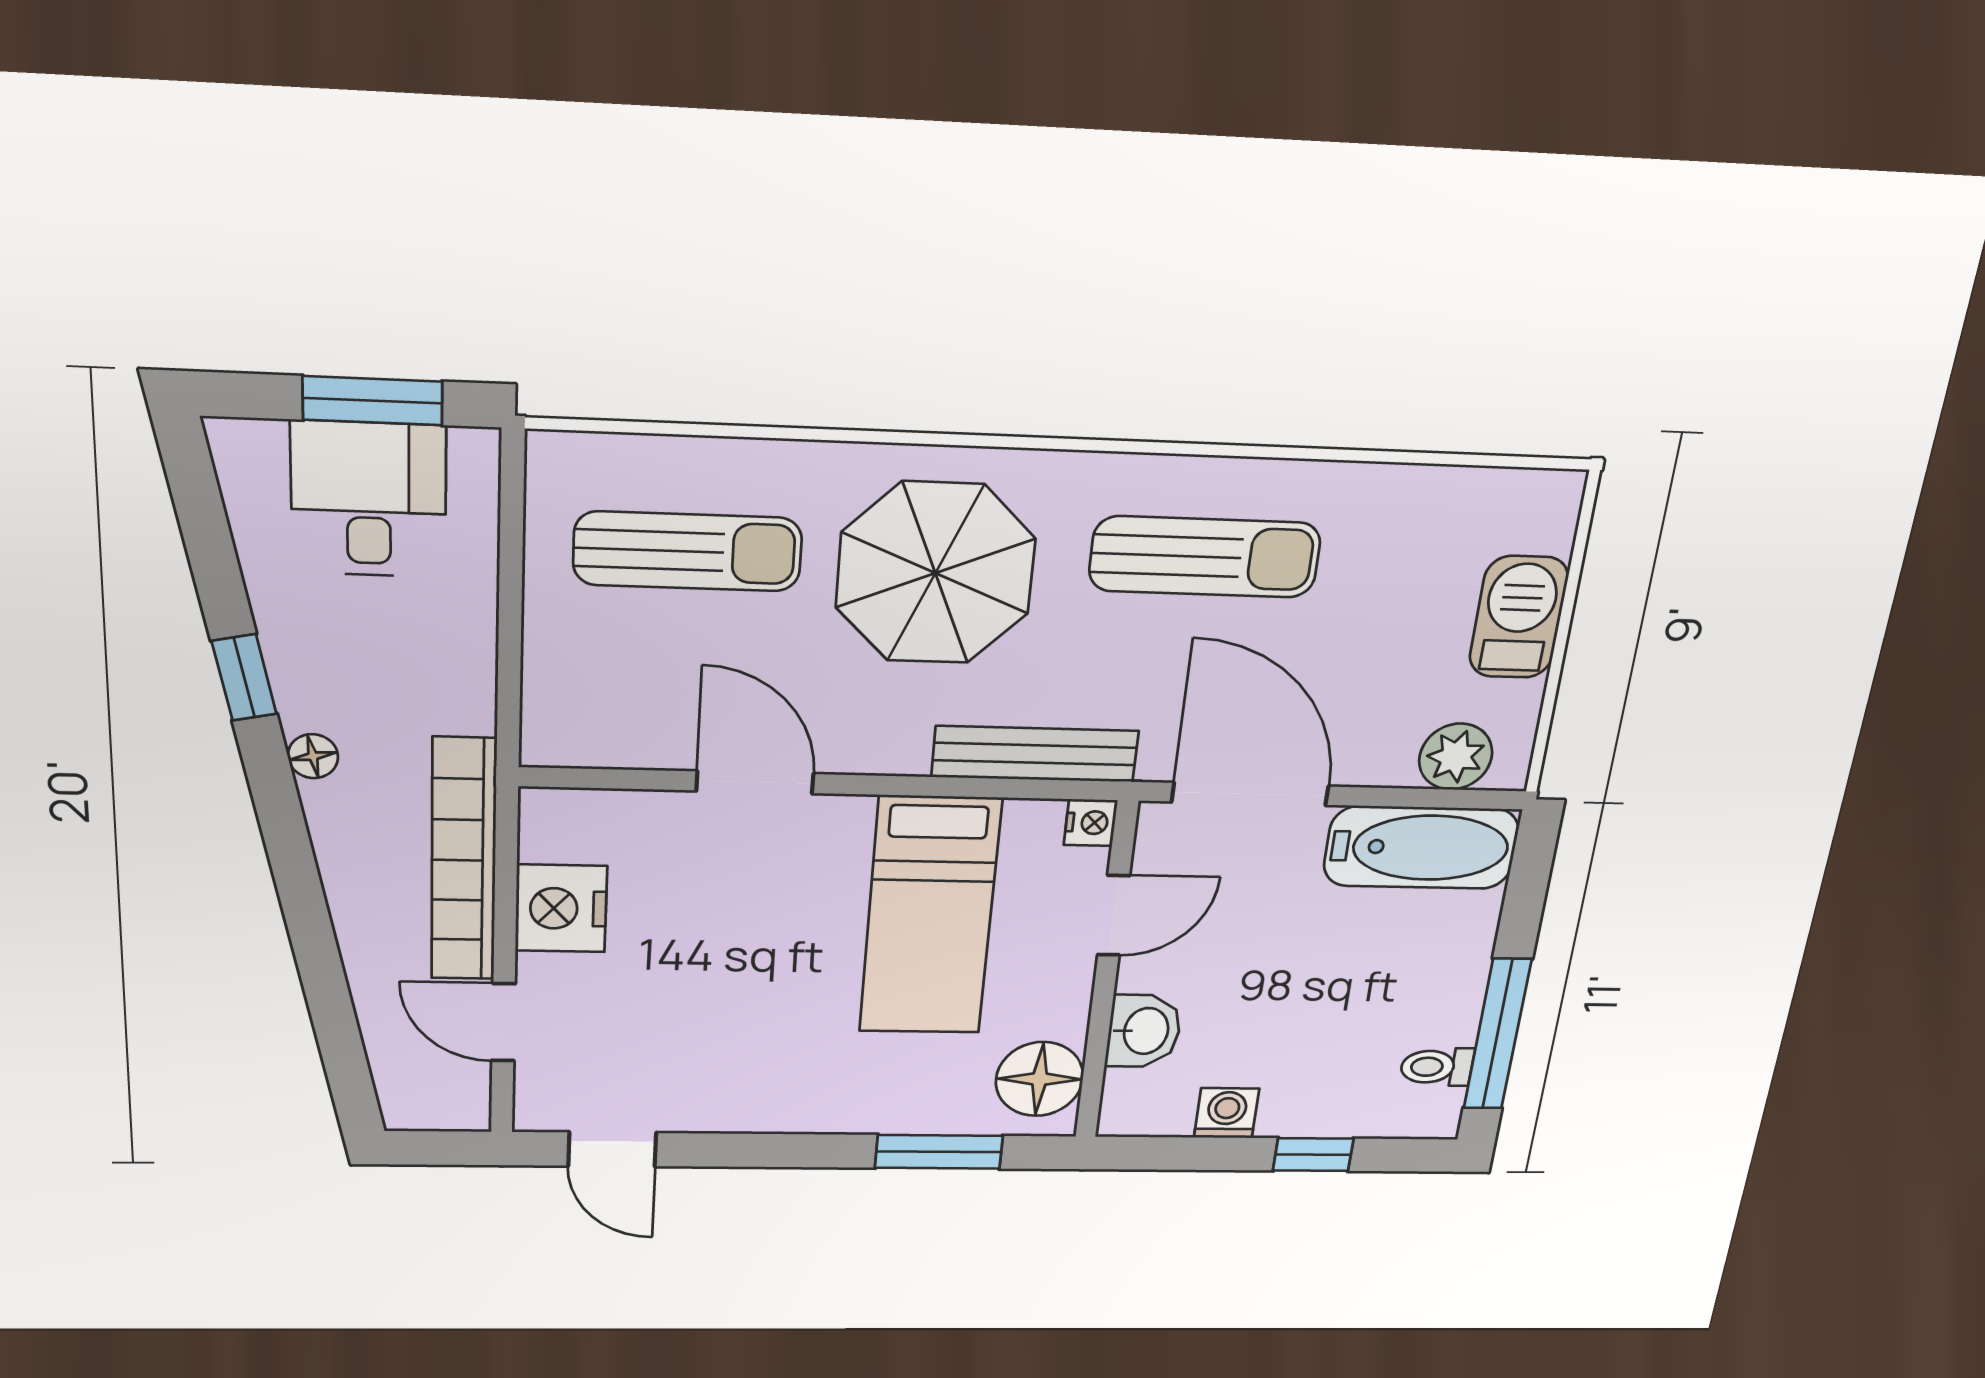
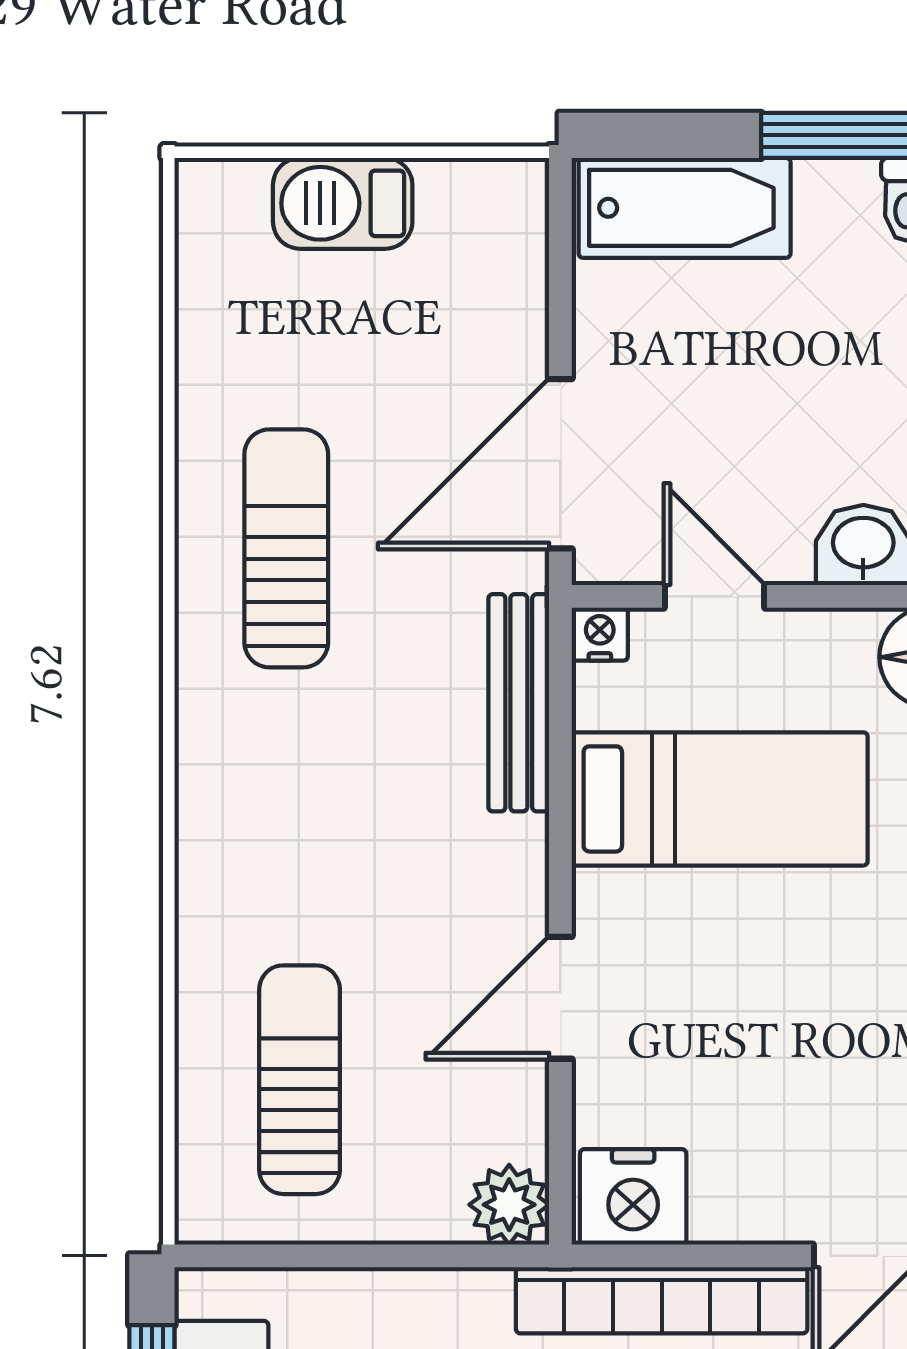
parasol: (935, 573) -> (314, 826), removed
plant: (1456, 757) -> (509, 1205), moved
bathtub: (1421, 848) -> (685, 208), moved, turned 90
nightstand: (561, 908) -> (633, 1197), moved

